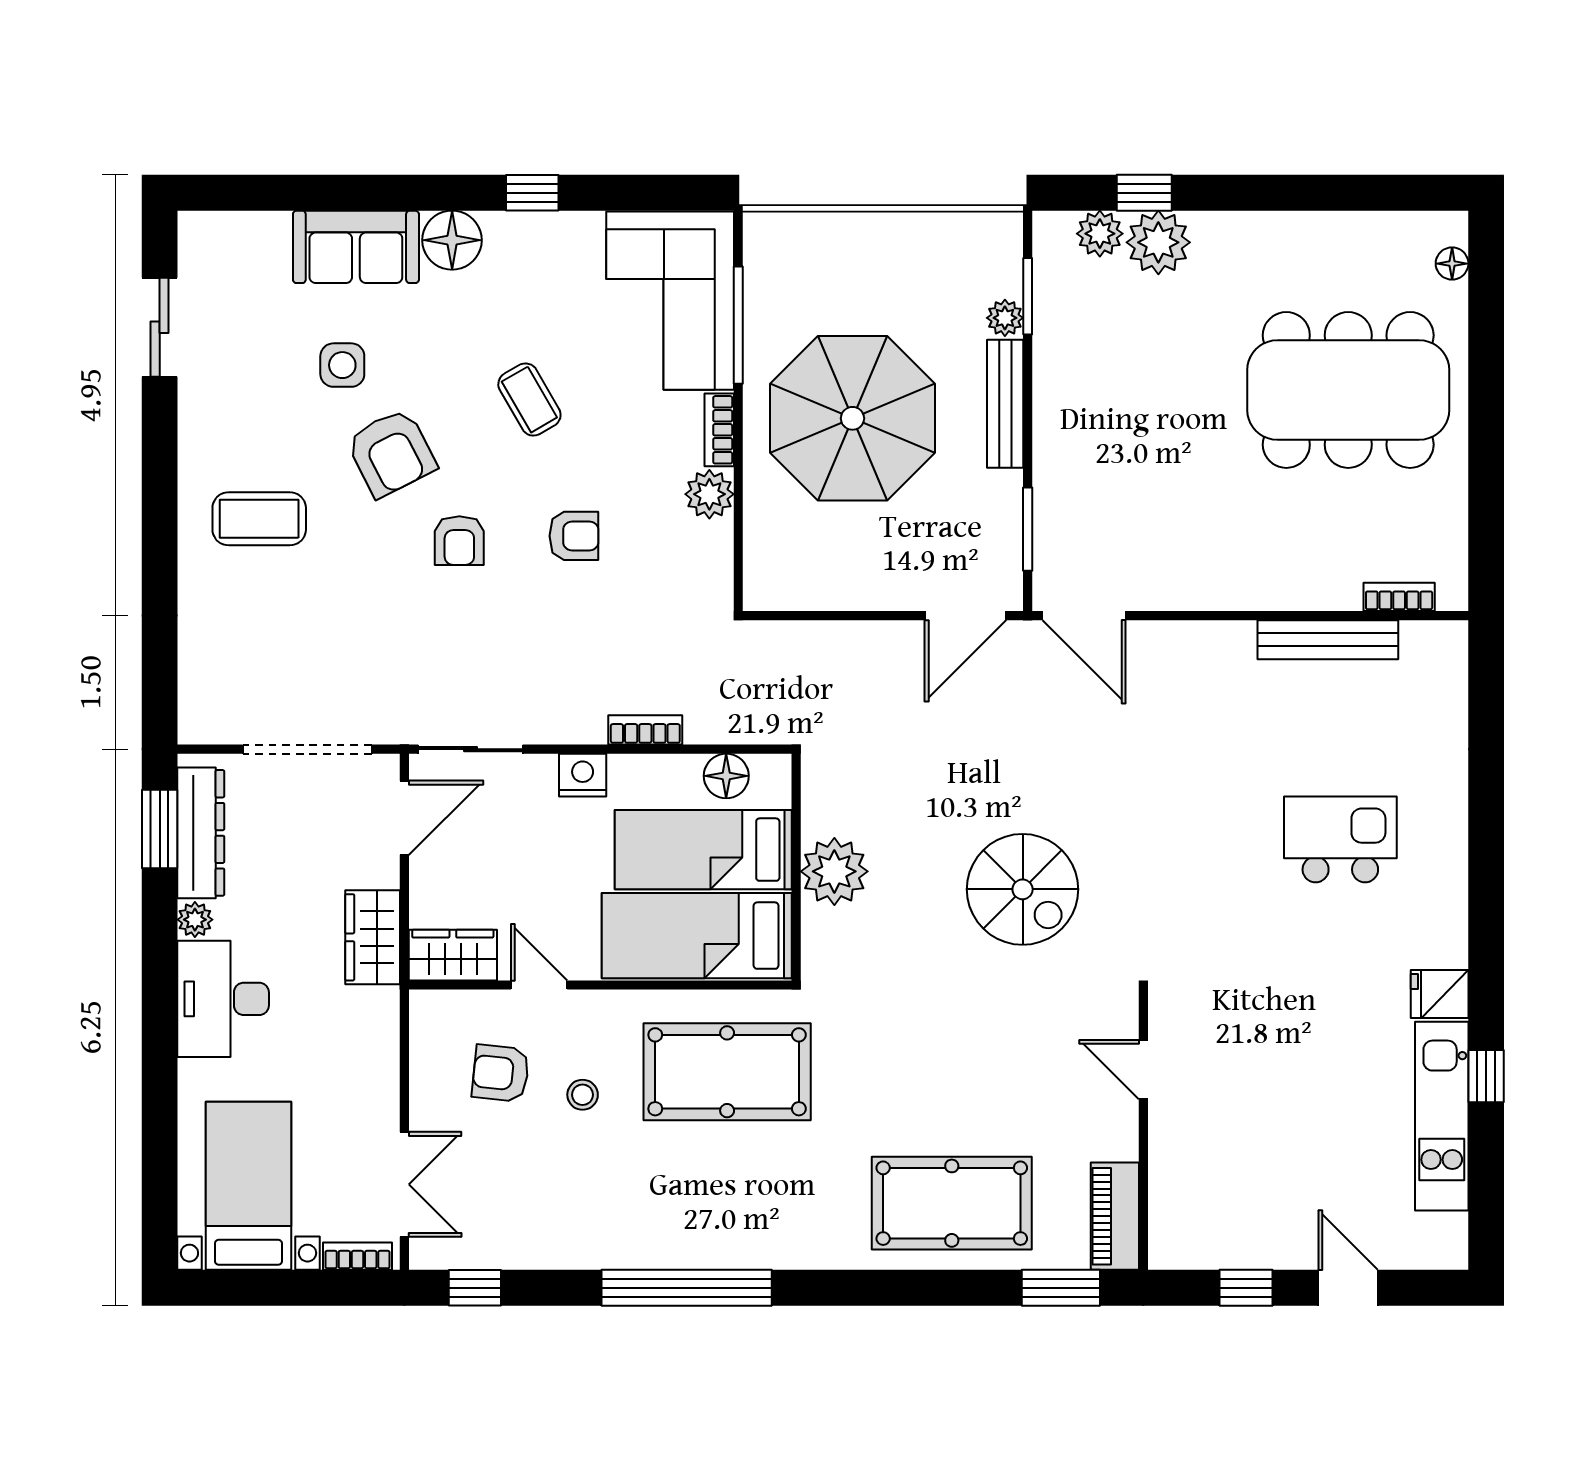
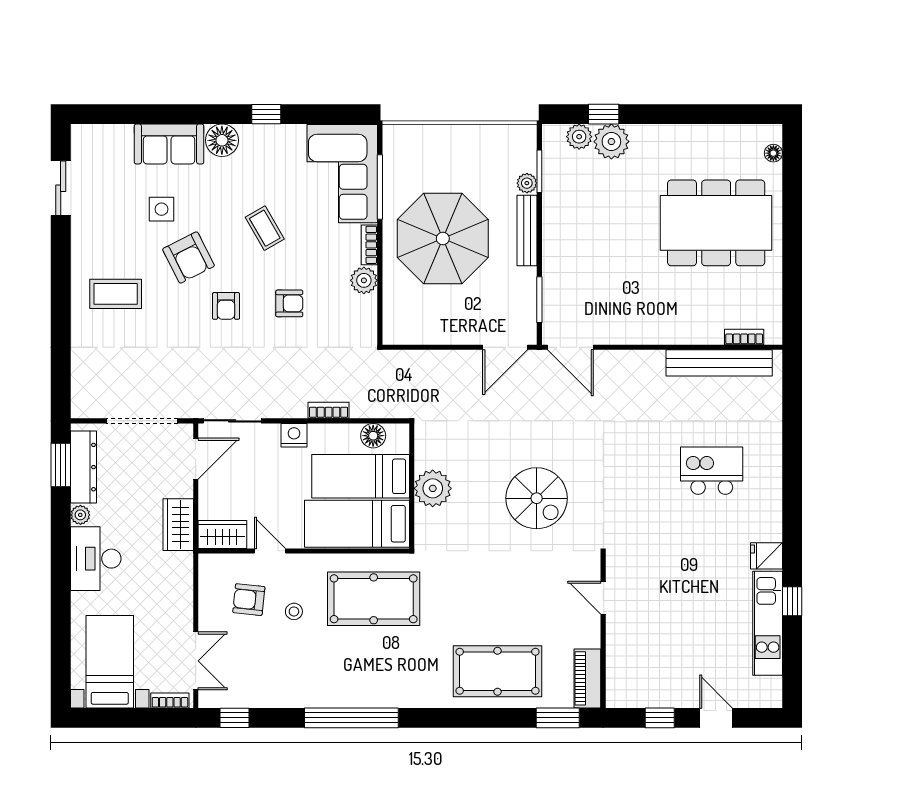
bench: (1328, 640) -> (719, 363), width x1.37, depth x1.21

